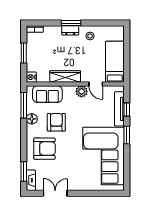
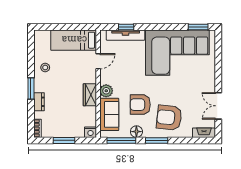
dresser: (70, 30) -> (39, 102), moved
wardrobe: (65, 77) -> (90, 95), width x0.67
plant: (82, 91) -> (106, 91), moved
window: (127, 135) -> (198, 27), moved
armchair: (45, 149) -> (169, 118), turned -84
window: (24, 172) -> (157, 140), moved

